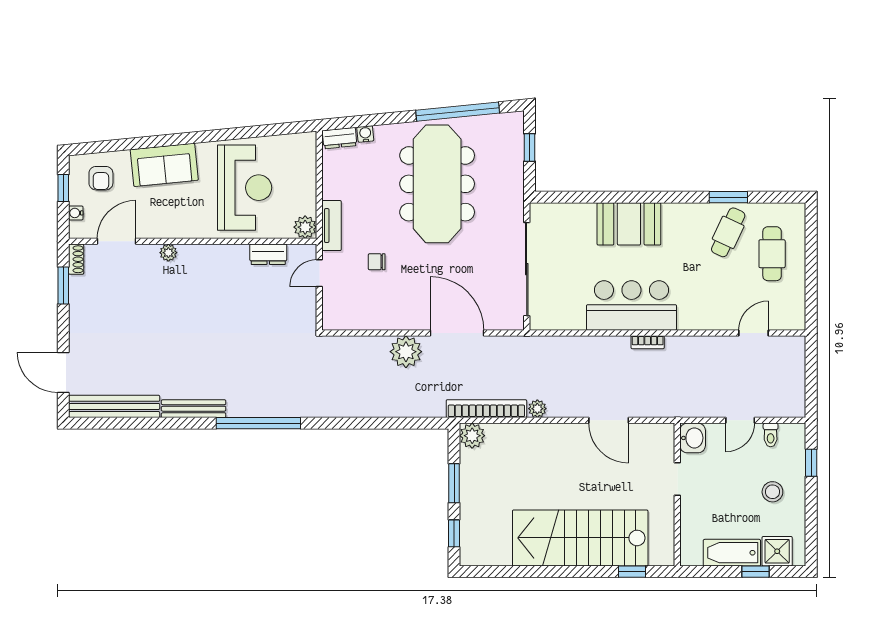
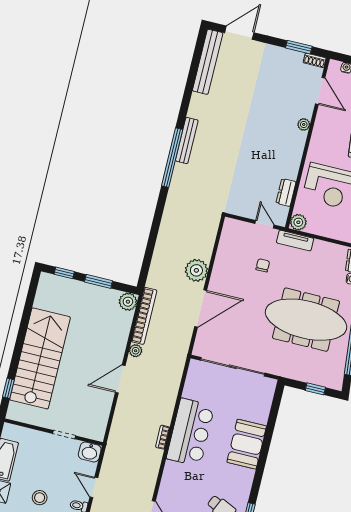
bench: (194, 409) -> (187, 141), moved
door: (609, 420) -> (120, 379), moved

